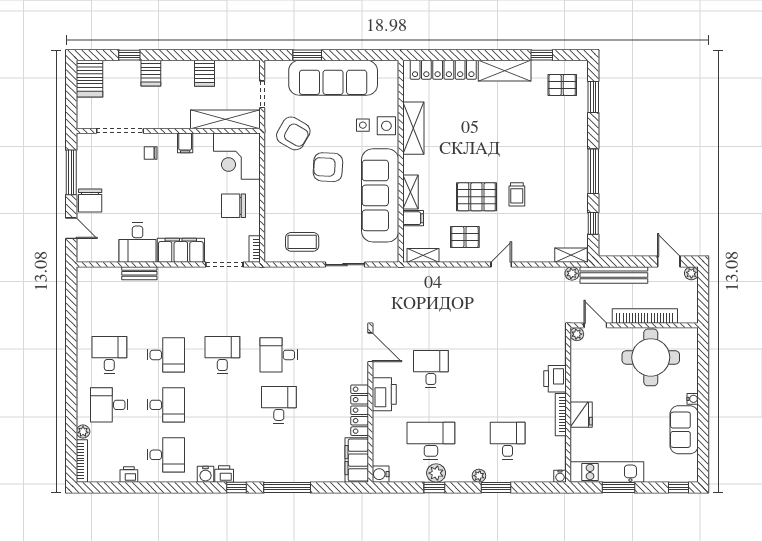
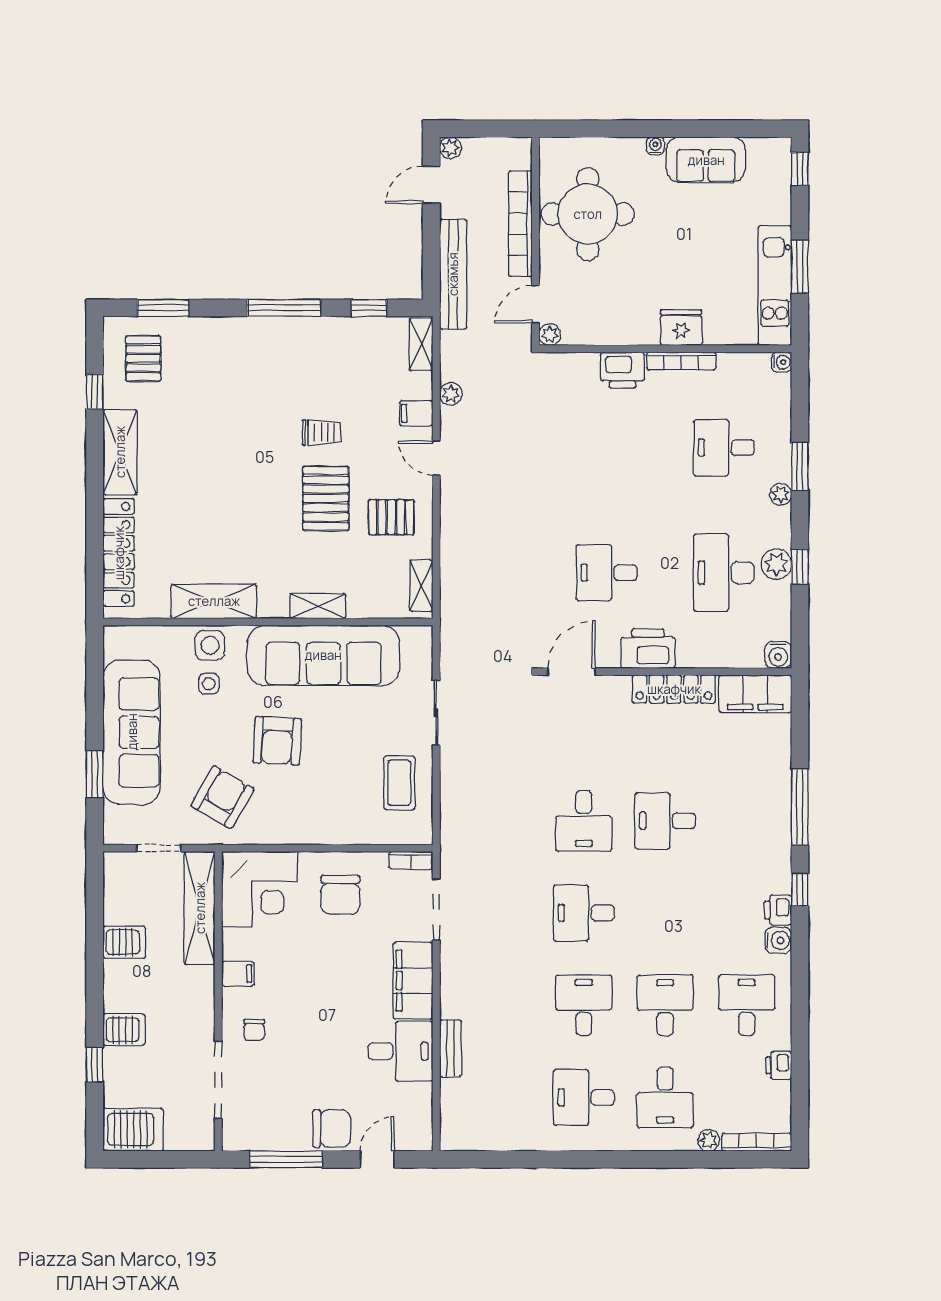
filing cabinet: (413, 218) -> (416, 413), moved, turned -90
pallet: (465, 237) -> (391, 517), turned 90
plant: (572, 273) -> (451, 394), moved

